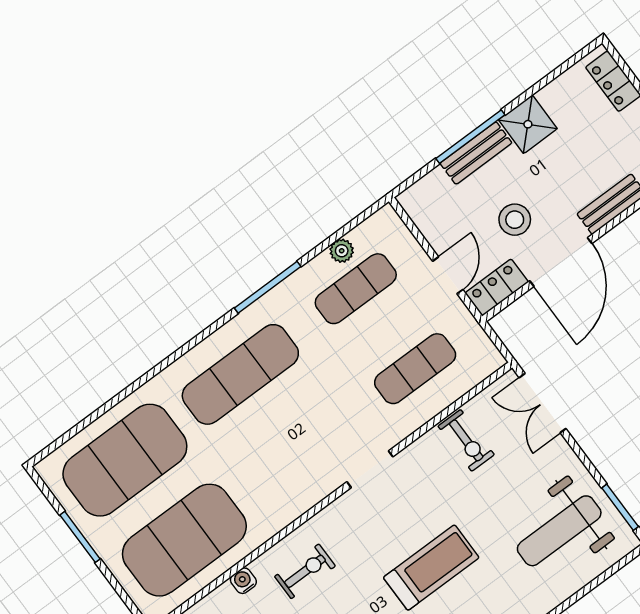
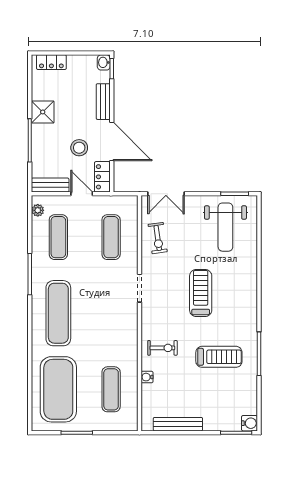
bench: (476, 153) -> (50, 185), moved, turned 90
plant: (342, 251) -> (38, 210), moved
exercise bike: (466, 440) -> (158, 238), turned 82
exercise mat: (184, 540) -> (111, 389), width x0.50, depth x0.69
exercise bike: (305, 571) -> (162, 348), turned 90

